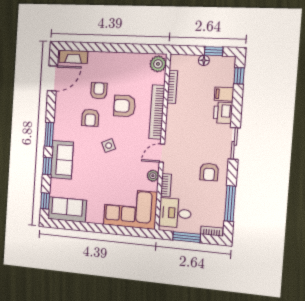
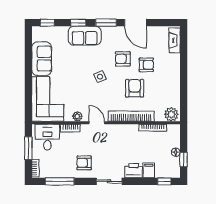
door: (53, 78) -> (135, 23), moved
sofa: (67, 210) -> (42, 59), moved

